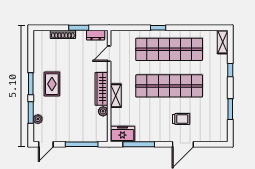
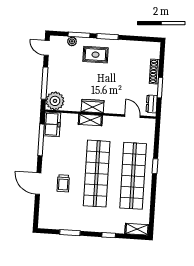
rug: (52, 84) -> (95, 55), moved
wardrobe: (102, 89) -> (93, 106), width x0.67
plant: (103, 111) -> (55, 101), moved, width x1.87, depth x1.87

